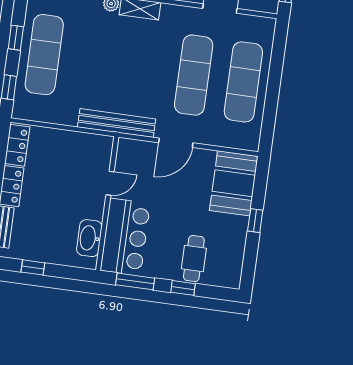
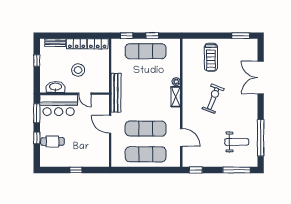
booth: (234, 183) -> (93, 156), removed
stool: (63, 190) -> (78, 70), added

